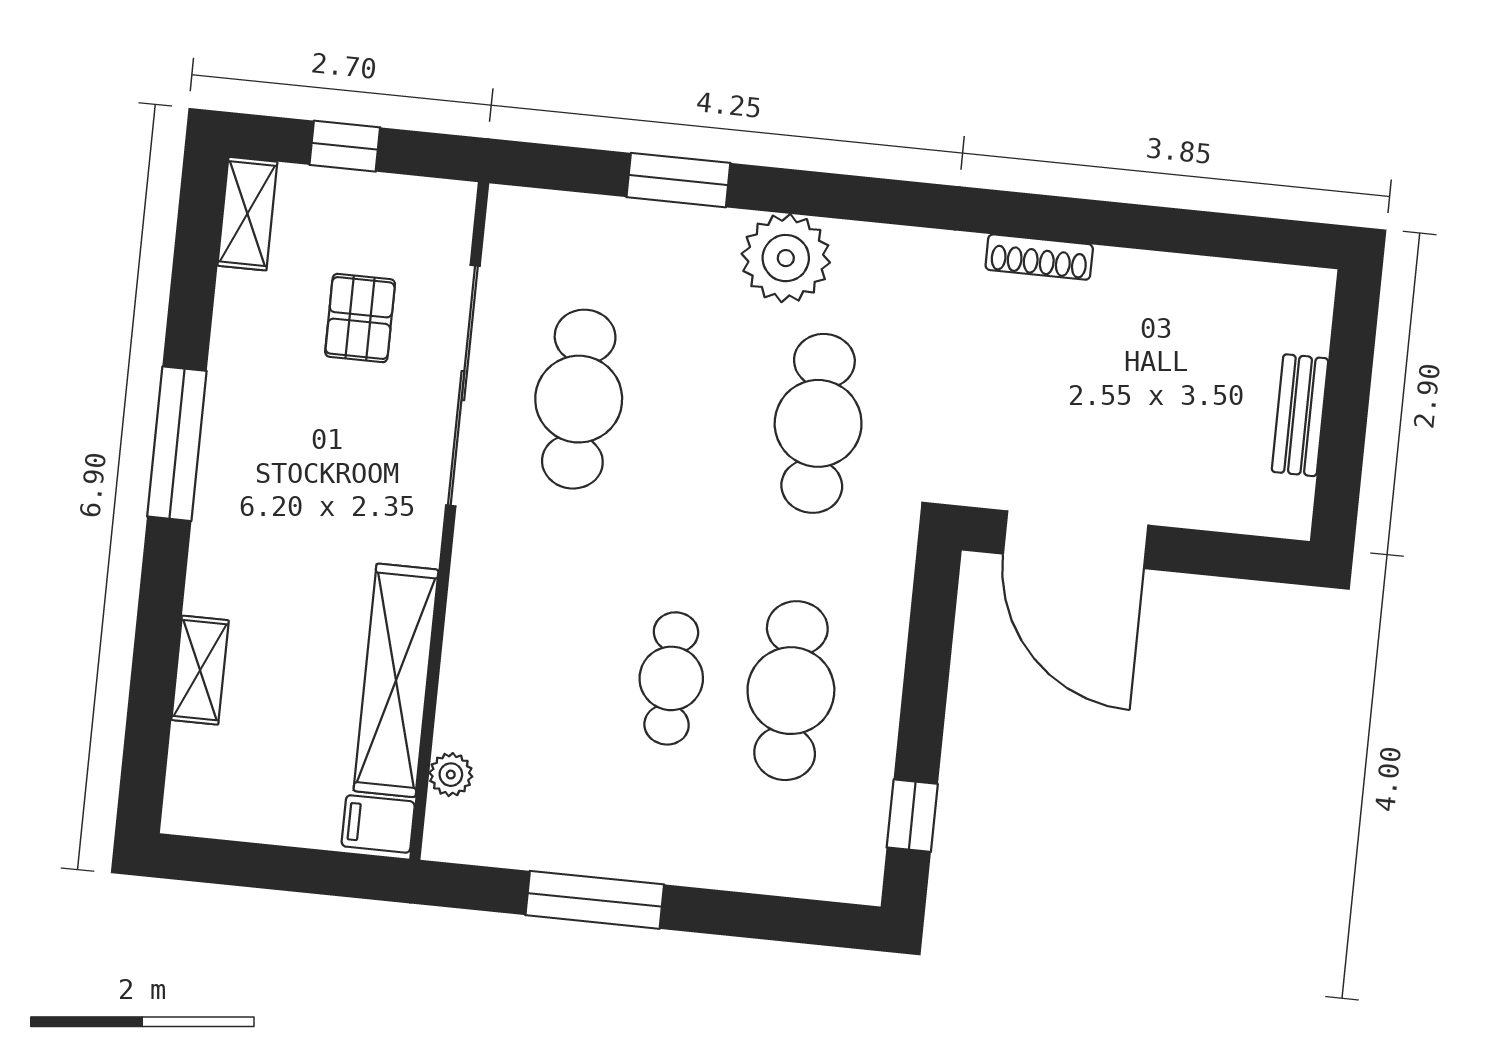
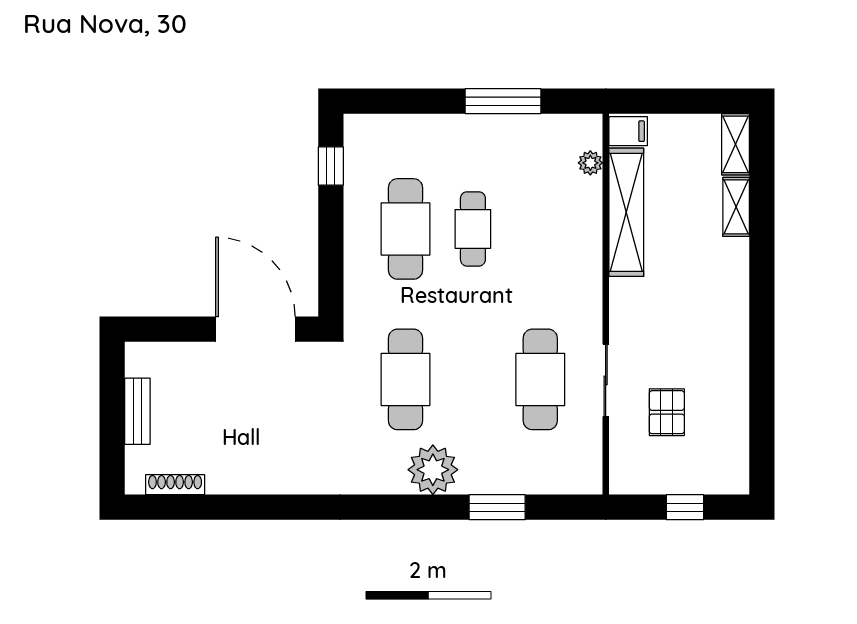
shelving: (247, 214) -> (735, 144), moved
shoe rack: (1039, 257) -> (175, 485), moved
sliding door: (463, 386) -> (606, 380), width x0.54
window: (177, 444) -> (762, 332), removed

